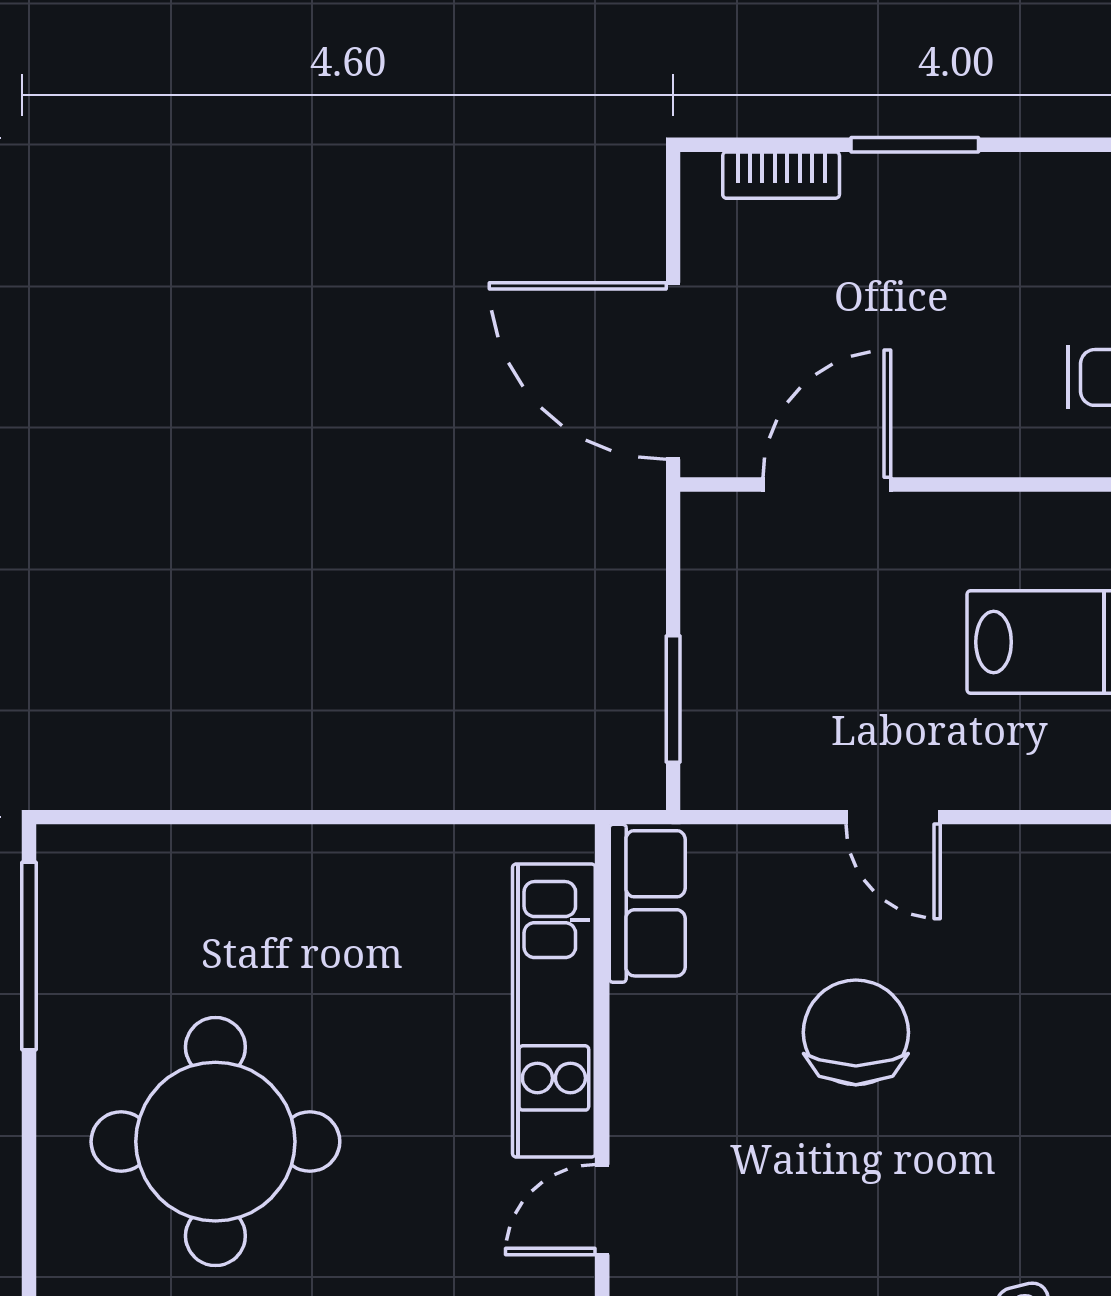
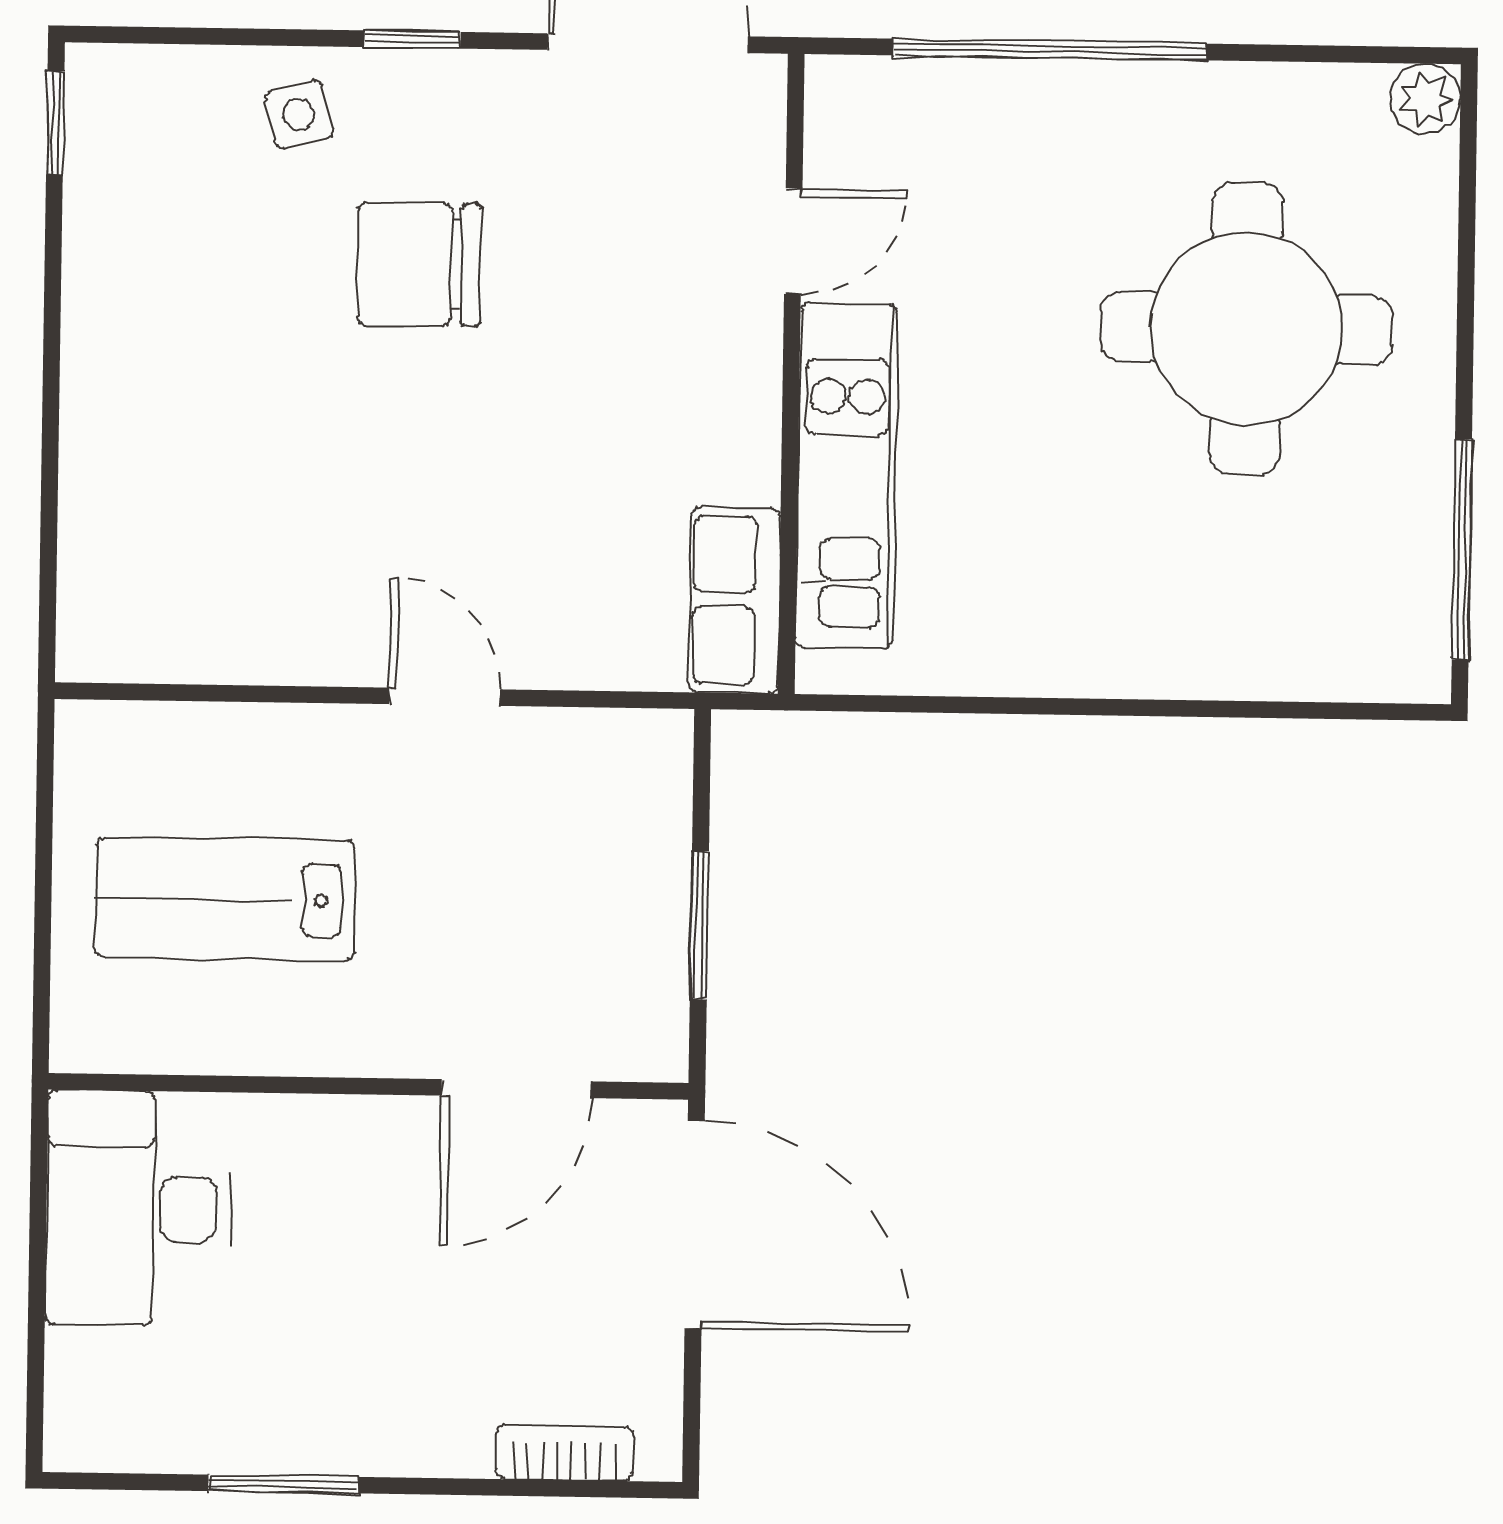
window: (915, 145) -> (283, 1484), moved
window: (673, 699) -> (699, 925), moved
chair: (856, 1032) -> (420, 264), moved, turned 90

